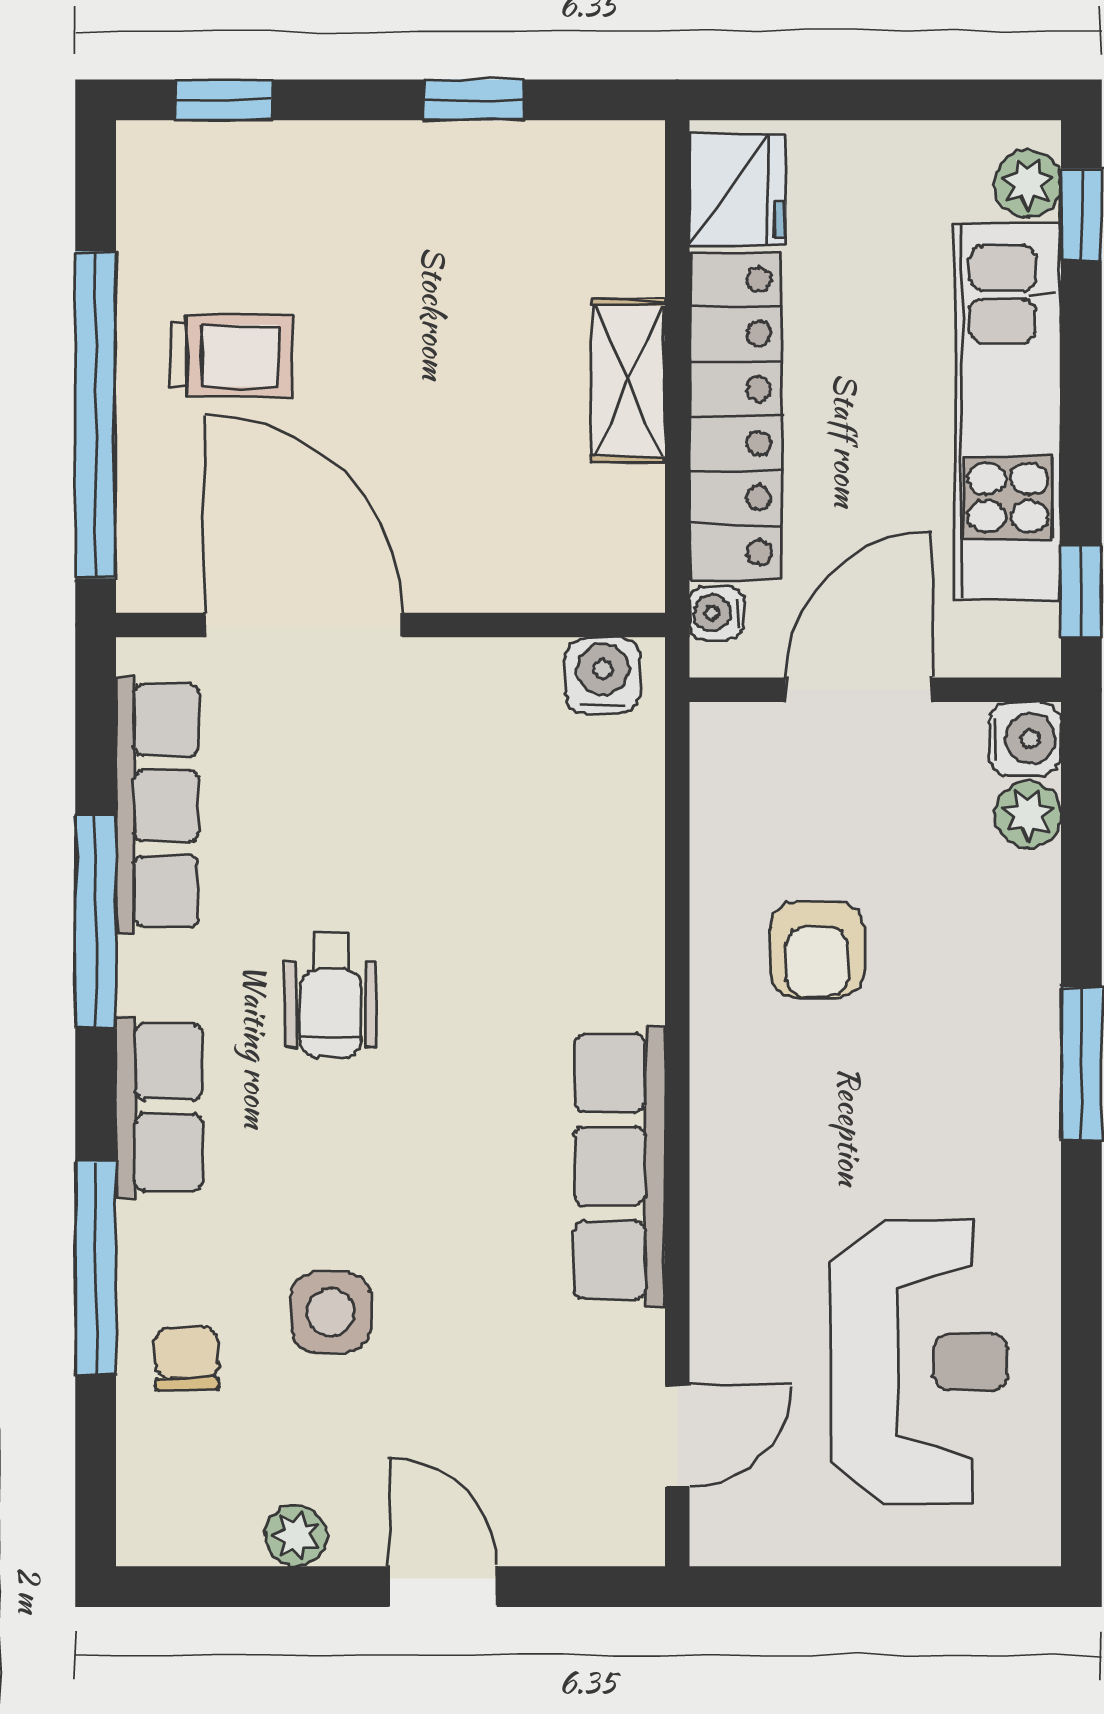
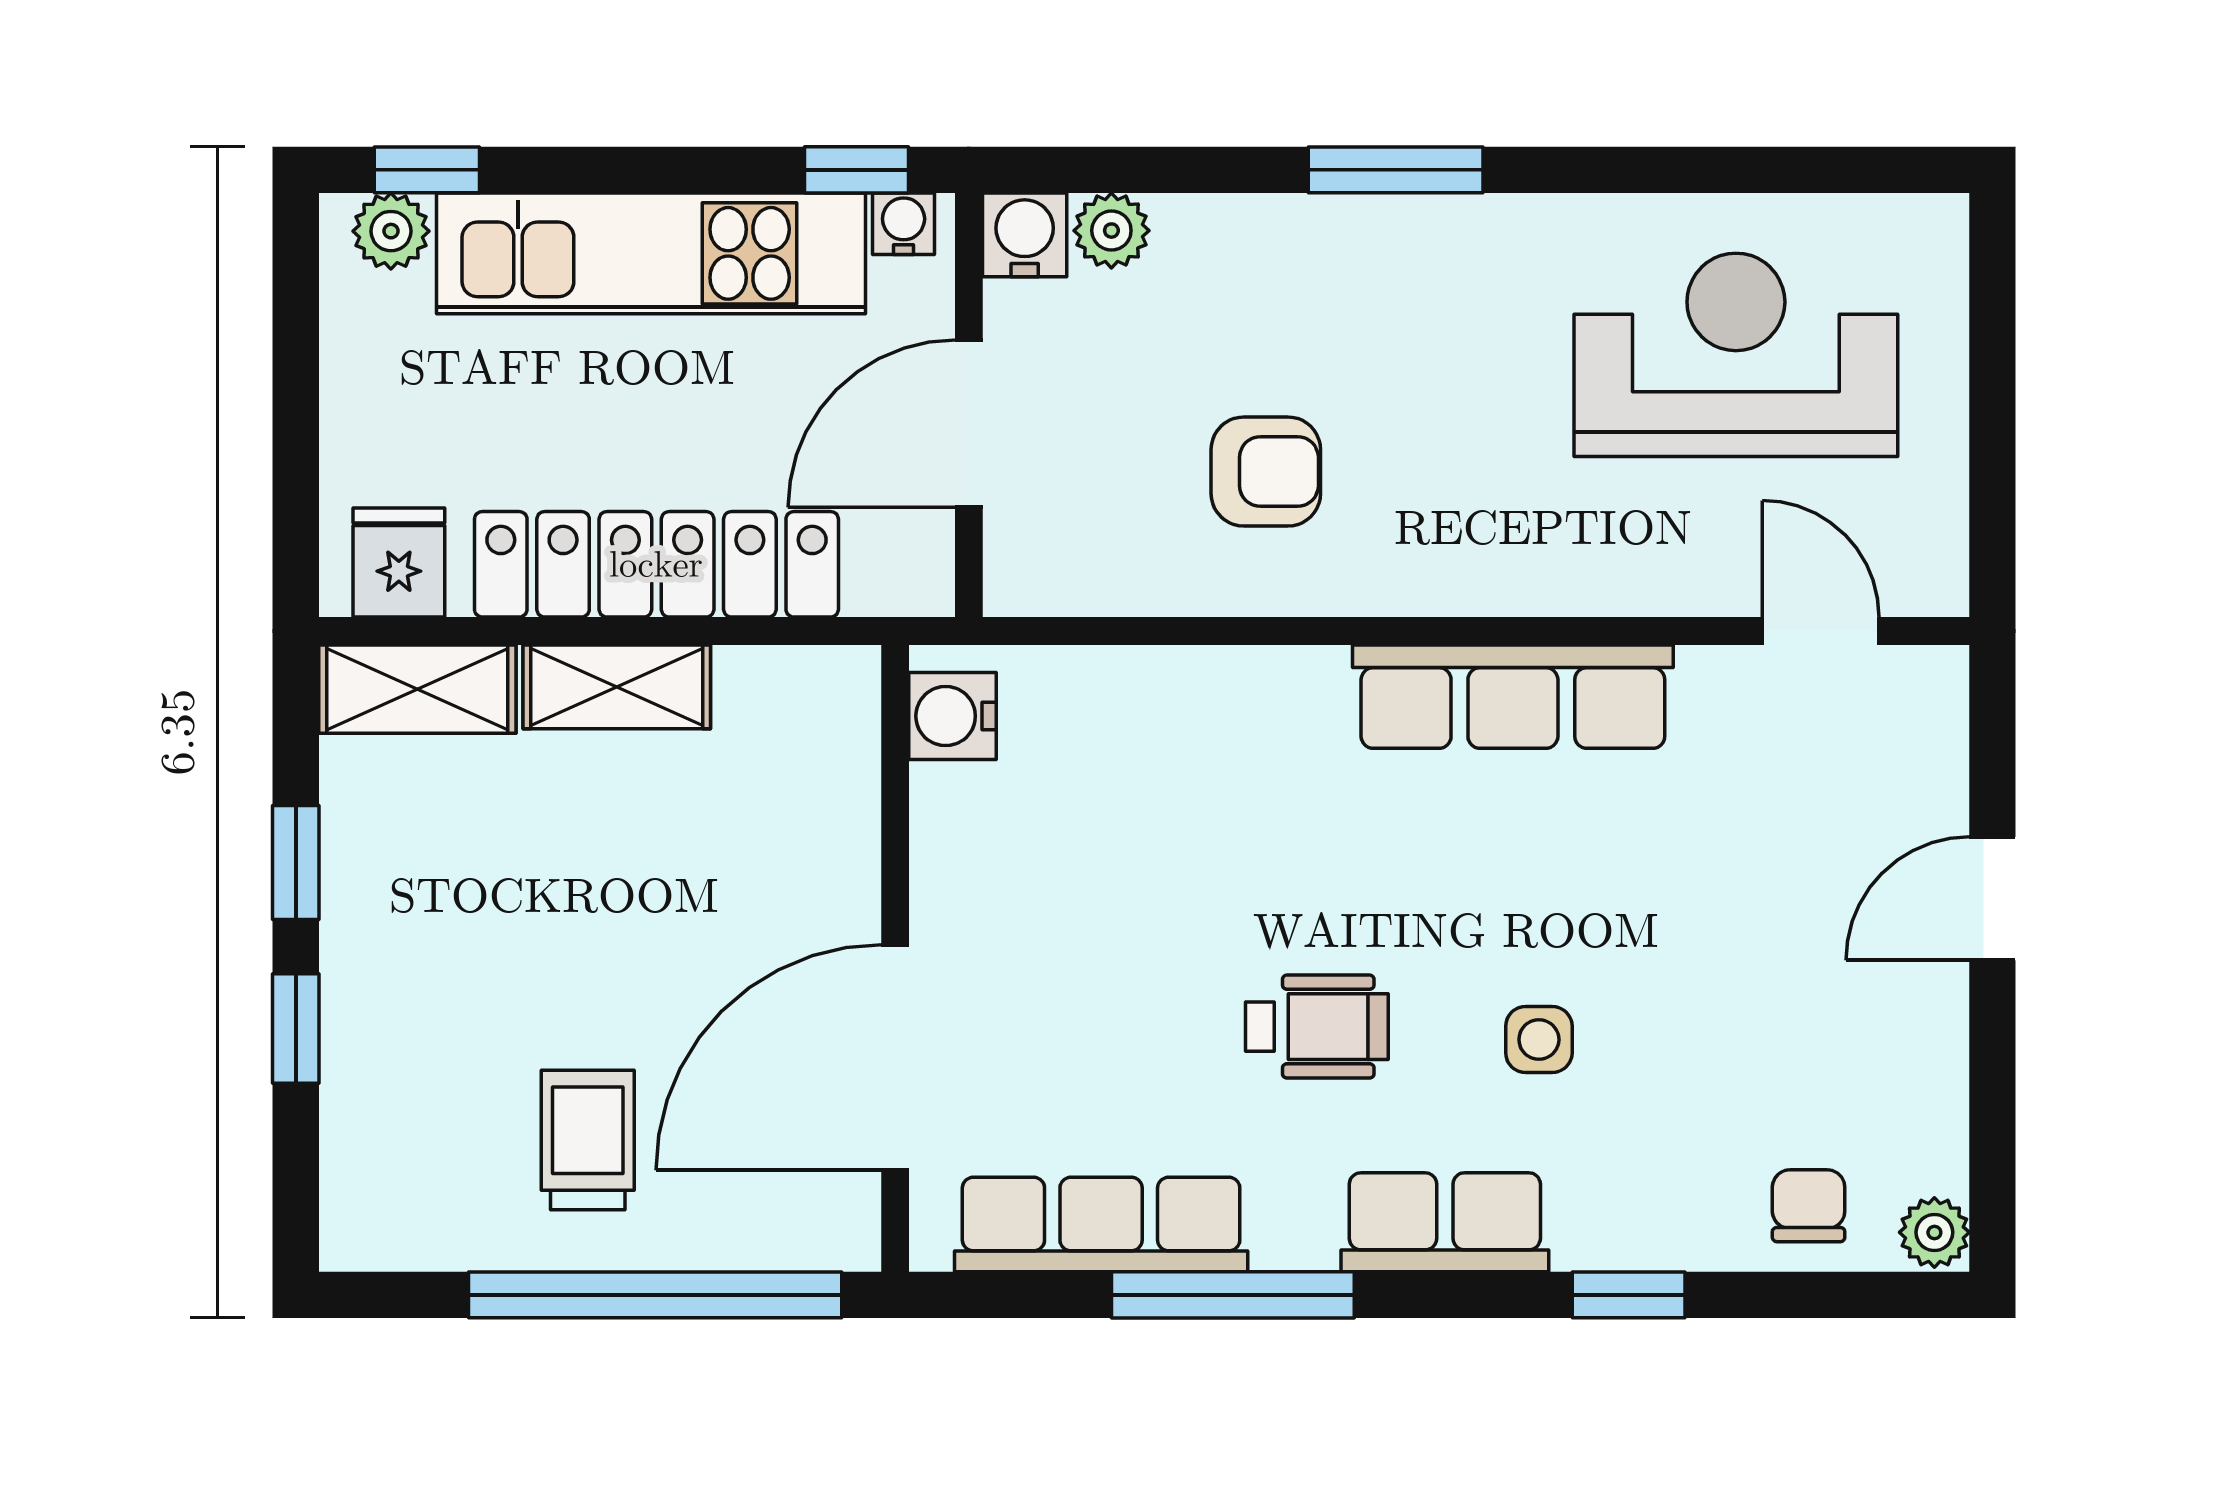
window: (224, 100) -> (296, 1028), moved
fridge: (737, 190) -> (399, 562), width x0.72
shelving: (626, 206) -> (417, 689), added
water cooler: (716, 613) -> (904, 224), moved, turned 180
door: (859, 690) -> (969, 424), hinge flipped
window: (96, 1268) -> (1629, 1295), width x0.46
side table: (331, 1312) -> (1539, 1040), moved, width x0.73, depth x0.73
chair: (187, 1359) -> (1809, 1206), moved, turned 91
plant: (296, 1536) -> (1934, 1232), moved

